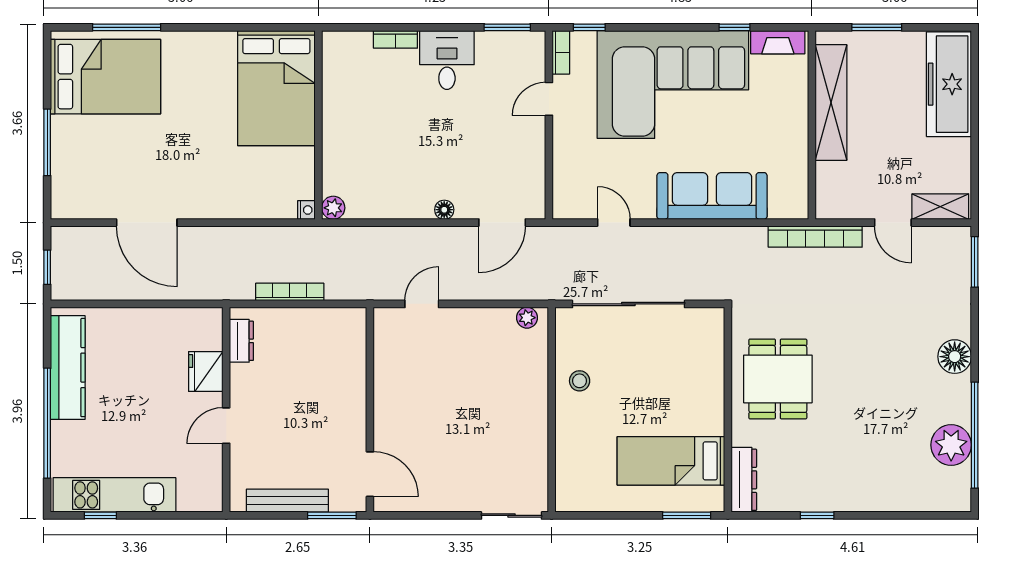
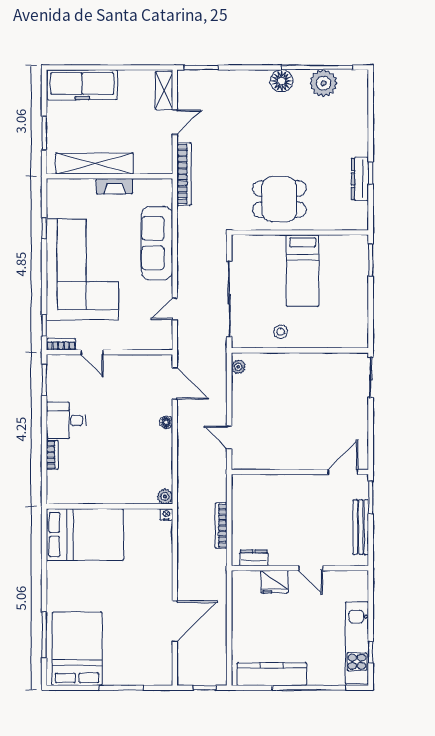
fireplace: (778, 42) -> (114, 186), moved, turned 90
floor lamp: (955, 357) -> (281, 81), moved
bed: (671, 461) -> (303, 271), moved
dresser: (744, 480) -> (360, 179), moved, turned -90

